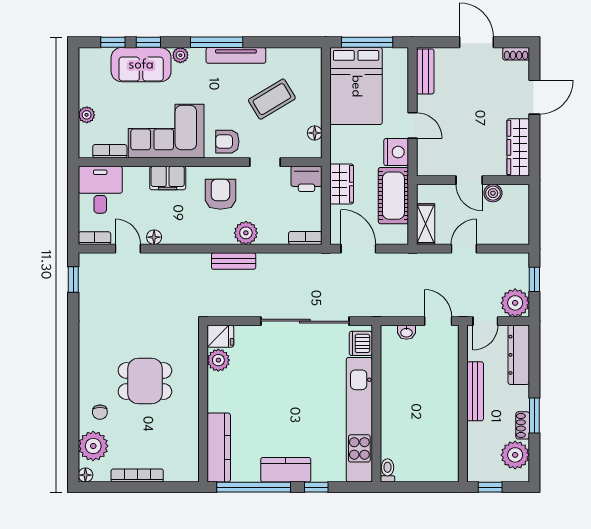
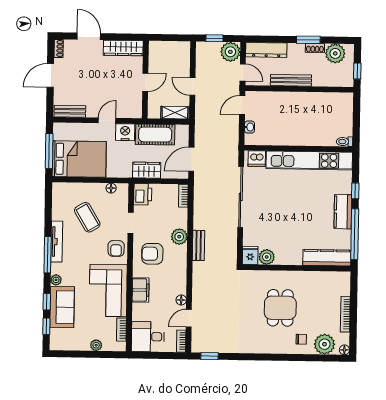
boiler: (493, 193) -> (155, 66), removed

